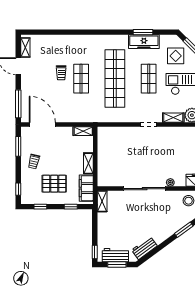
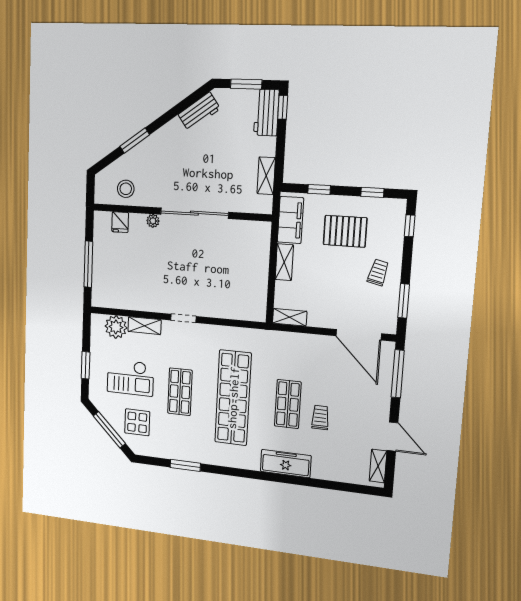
freezer: (144, 42) -> (286, 464), moved
shelving: (102, 201) -> (266, 176), moved
workbench: (115, 255) -> (266, 113), moved, turned 90

